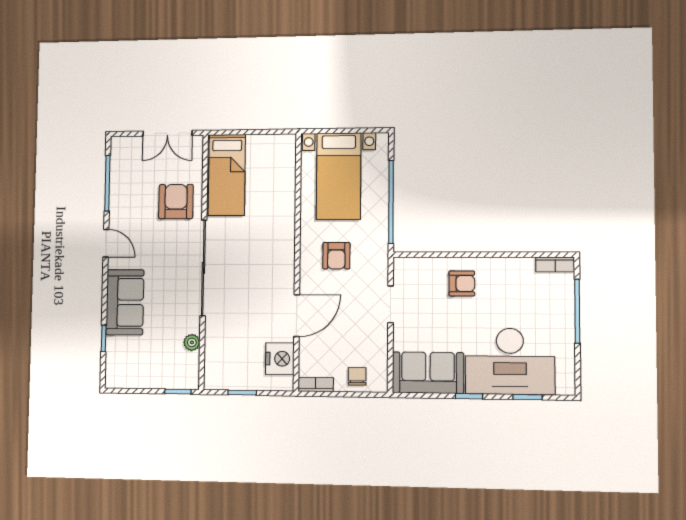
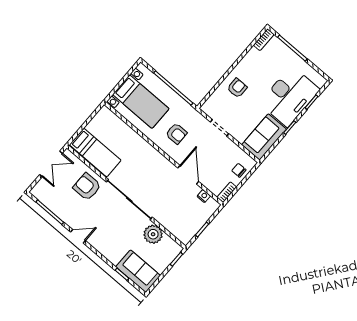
sofa: (125, 302) -> (138, 271), moved
plant: (192, 342) -> (153, 234), width x1.88, depth x1.88
nightstand: (280, 359) -> (204, 196), width x0.53, depth x0.56

